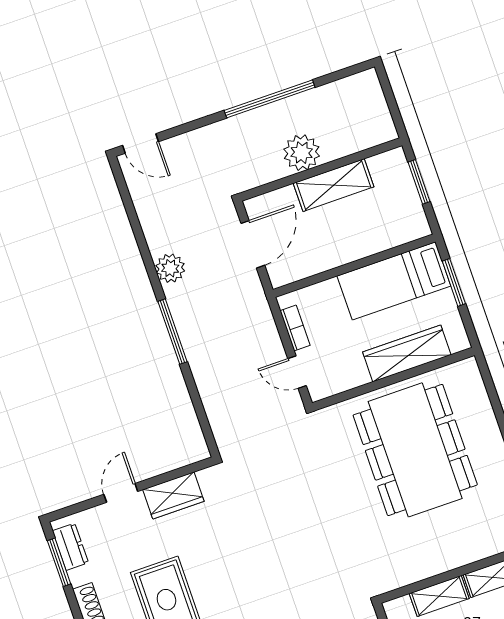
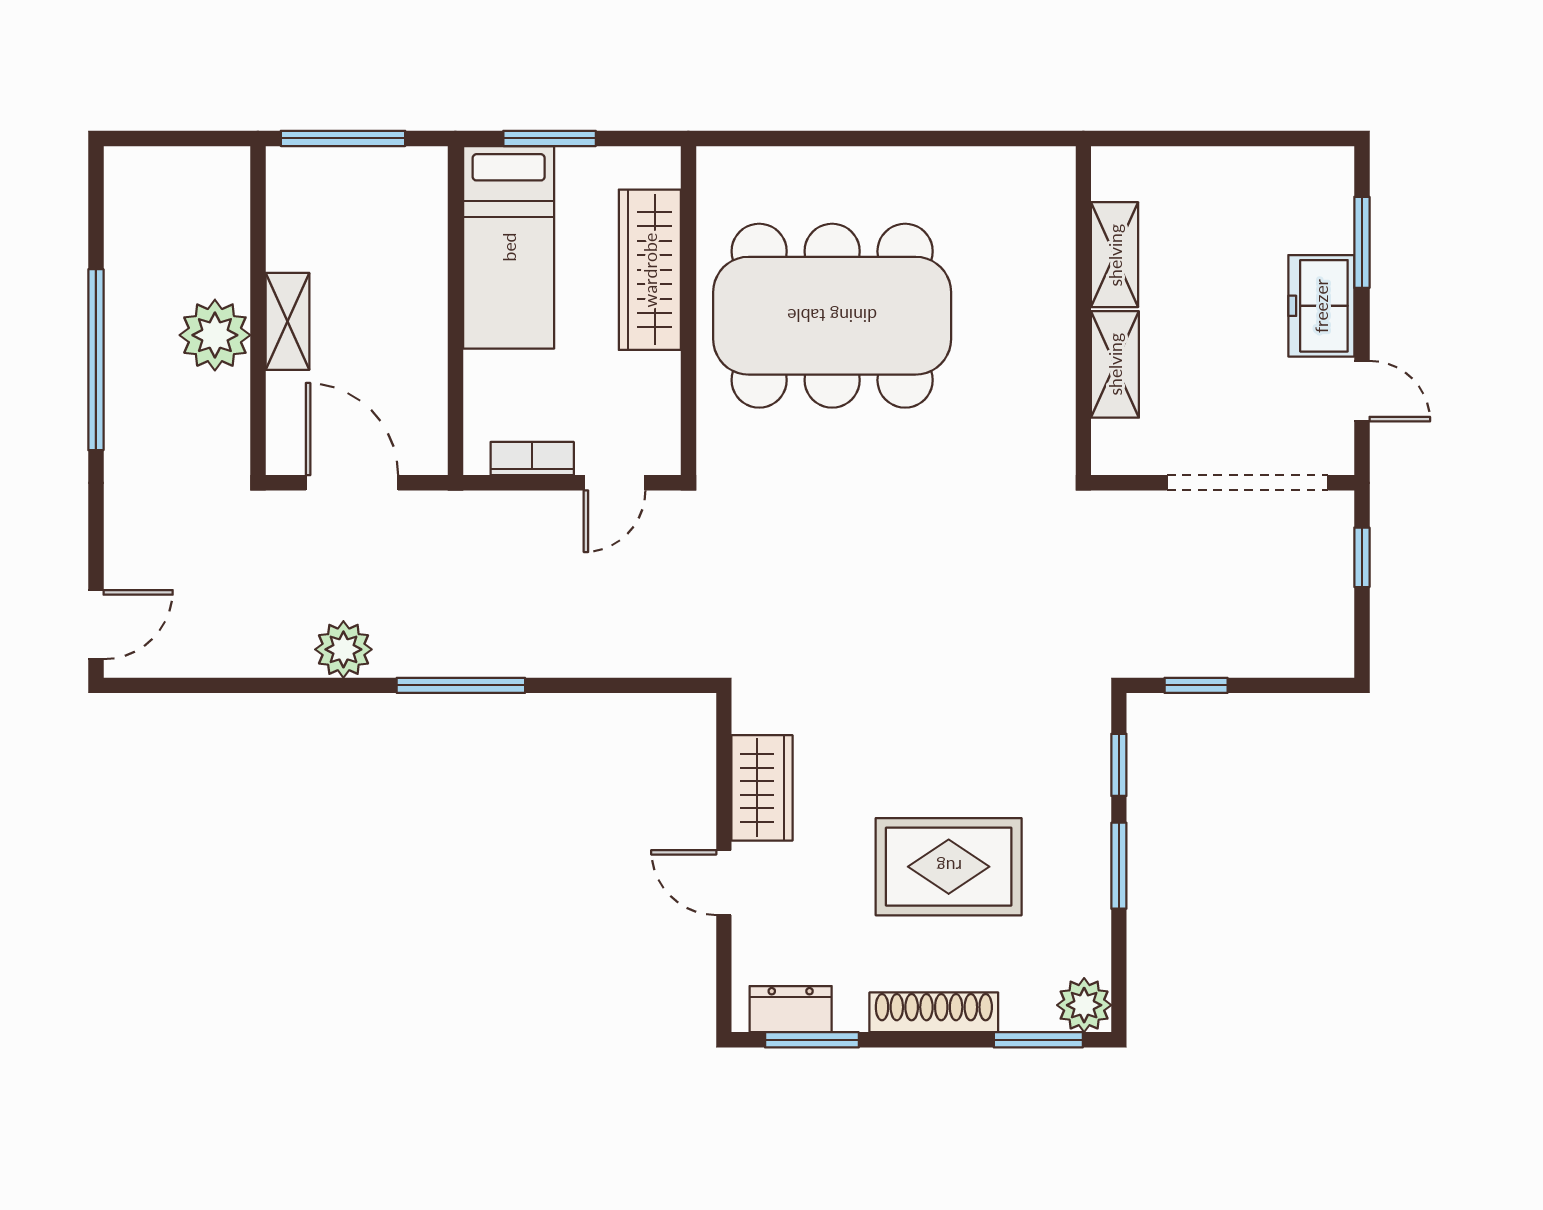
window: (419, 182) -> (343, 138), width x1.44
shelving: (334, 185) -> (287, 321), width x0.67, depth x0.75

